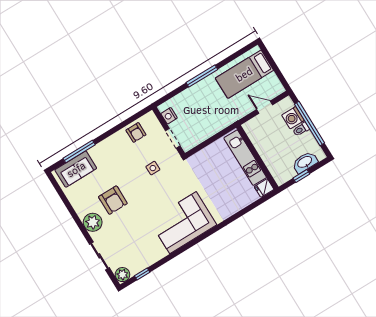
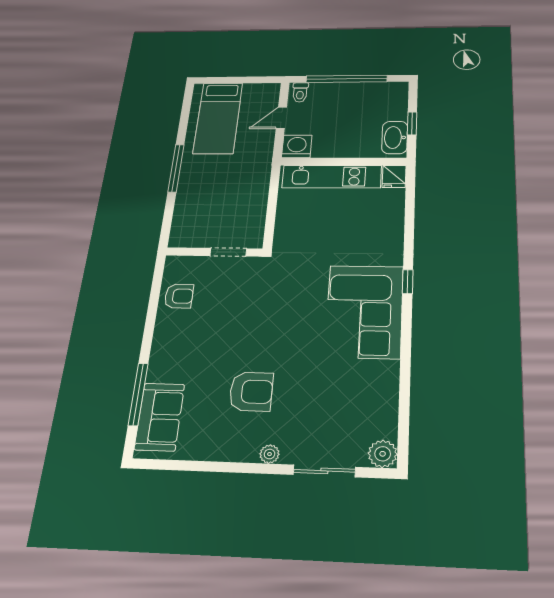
nightstand: (169, 116) -> (193, 239), removed
washing machine: (293, 118) -> (297, 146), moved, turned 180
toilet: (301, 129) -> (300, 92), moved
washbasin: (305, 162) -> (395, 137), moved
side table: (153, 168) -> (249, 304), removed
plant: (93, 222) -> (270, 454), width x0.53, depth x0.53
window: (142, 274) -> (408, 282), moved

